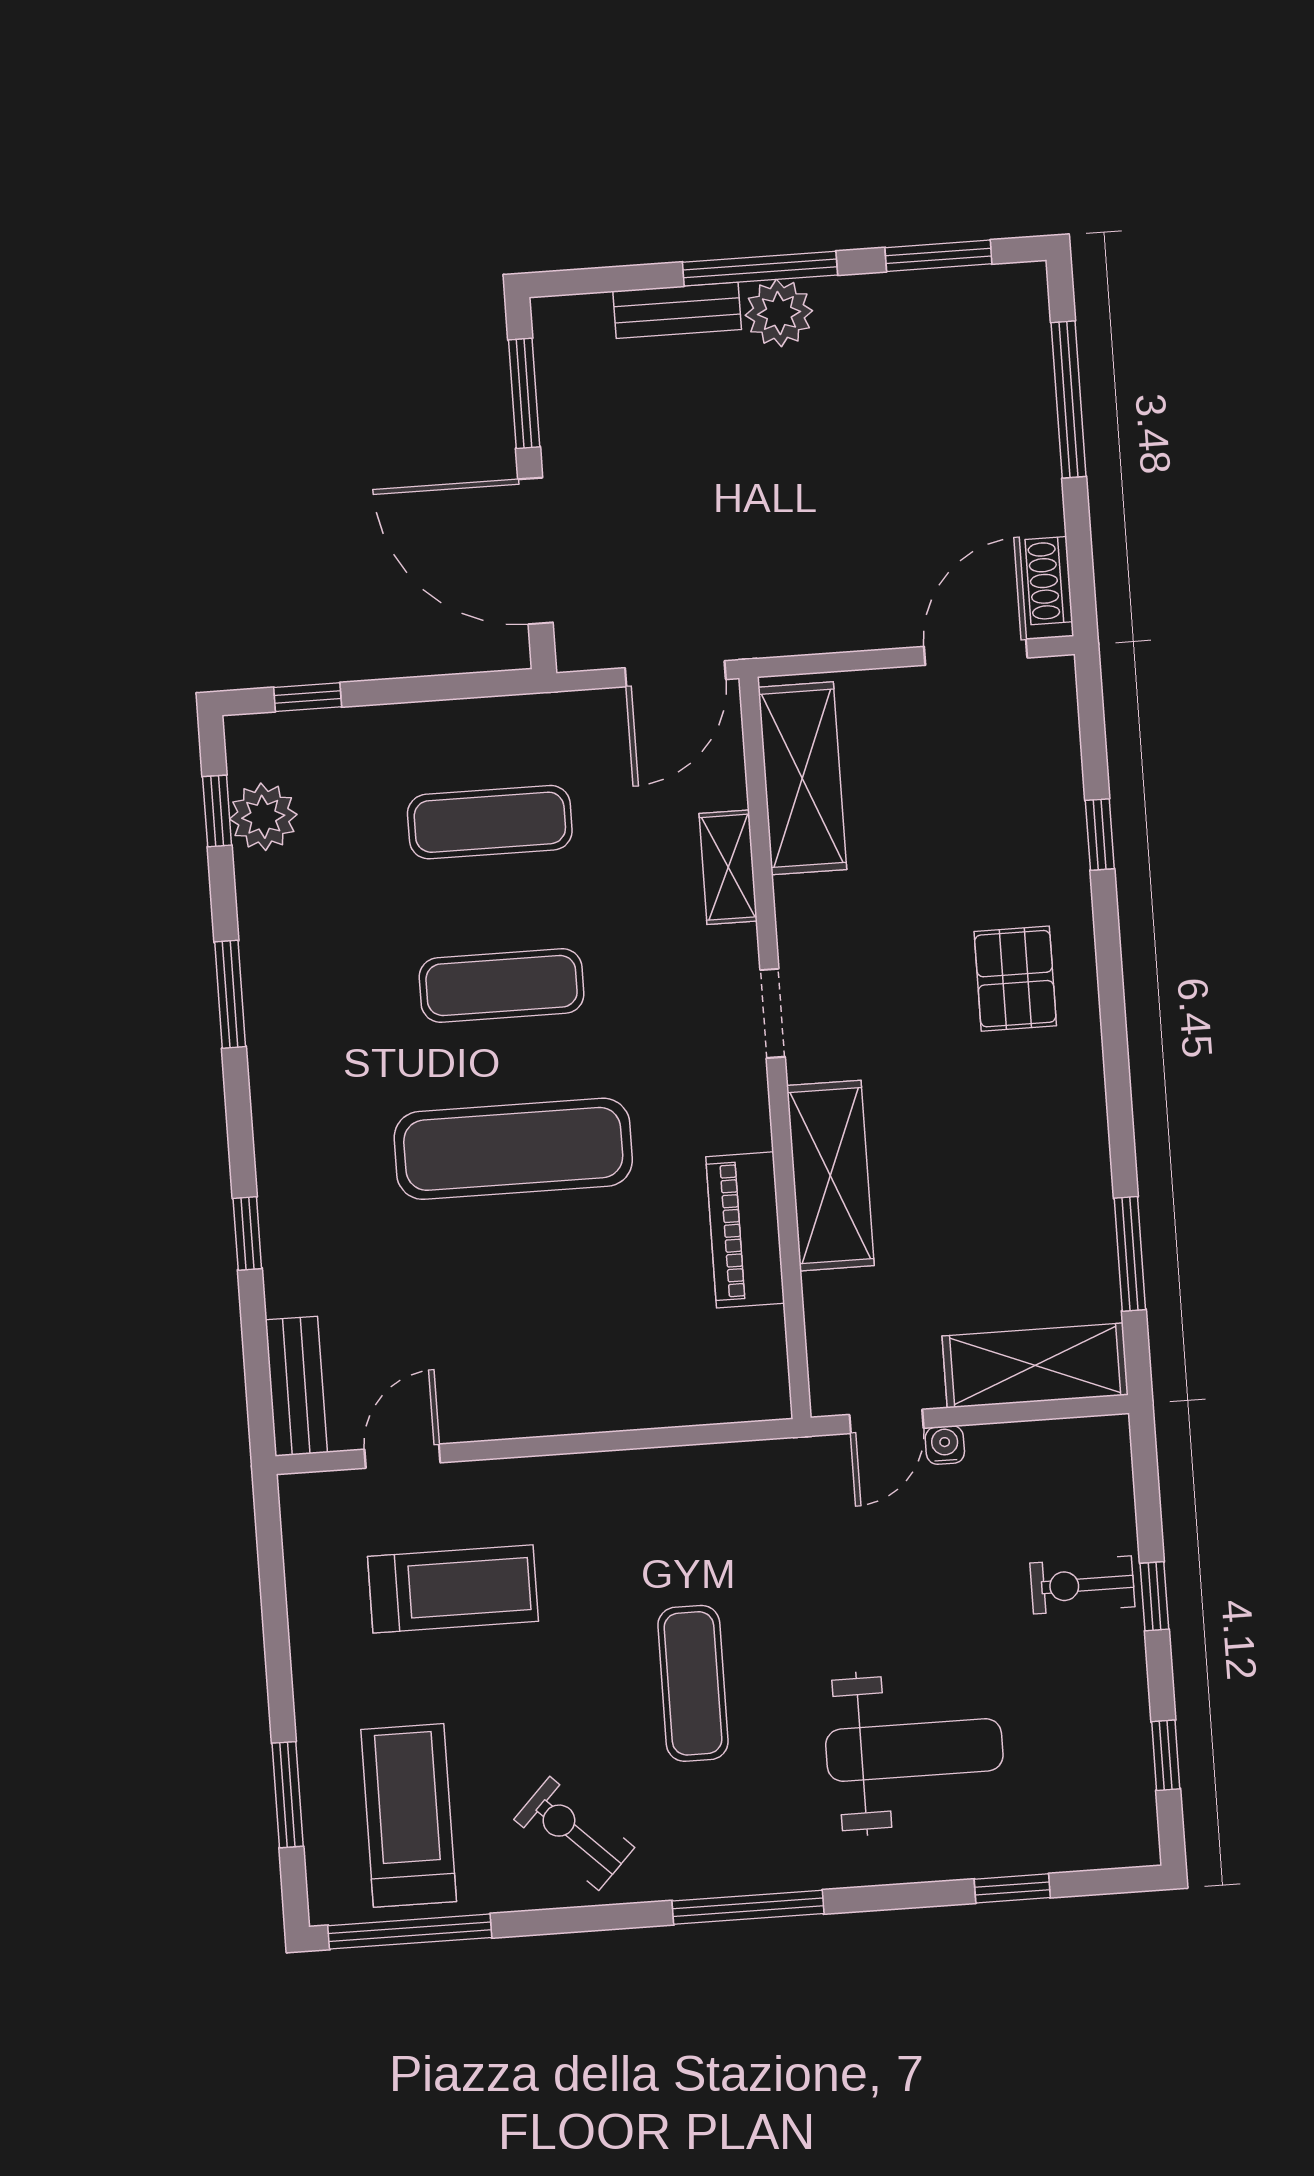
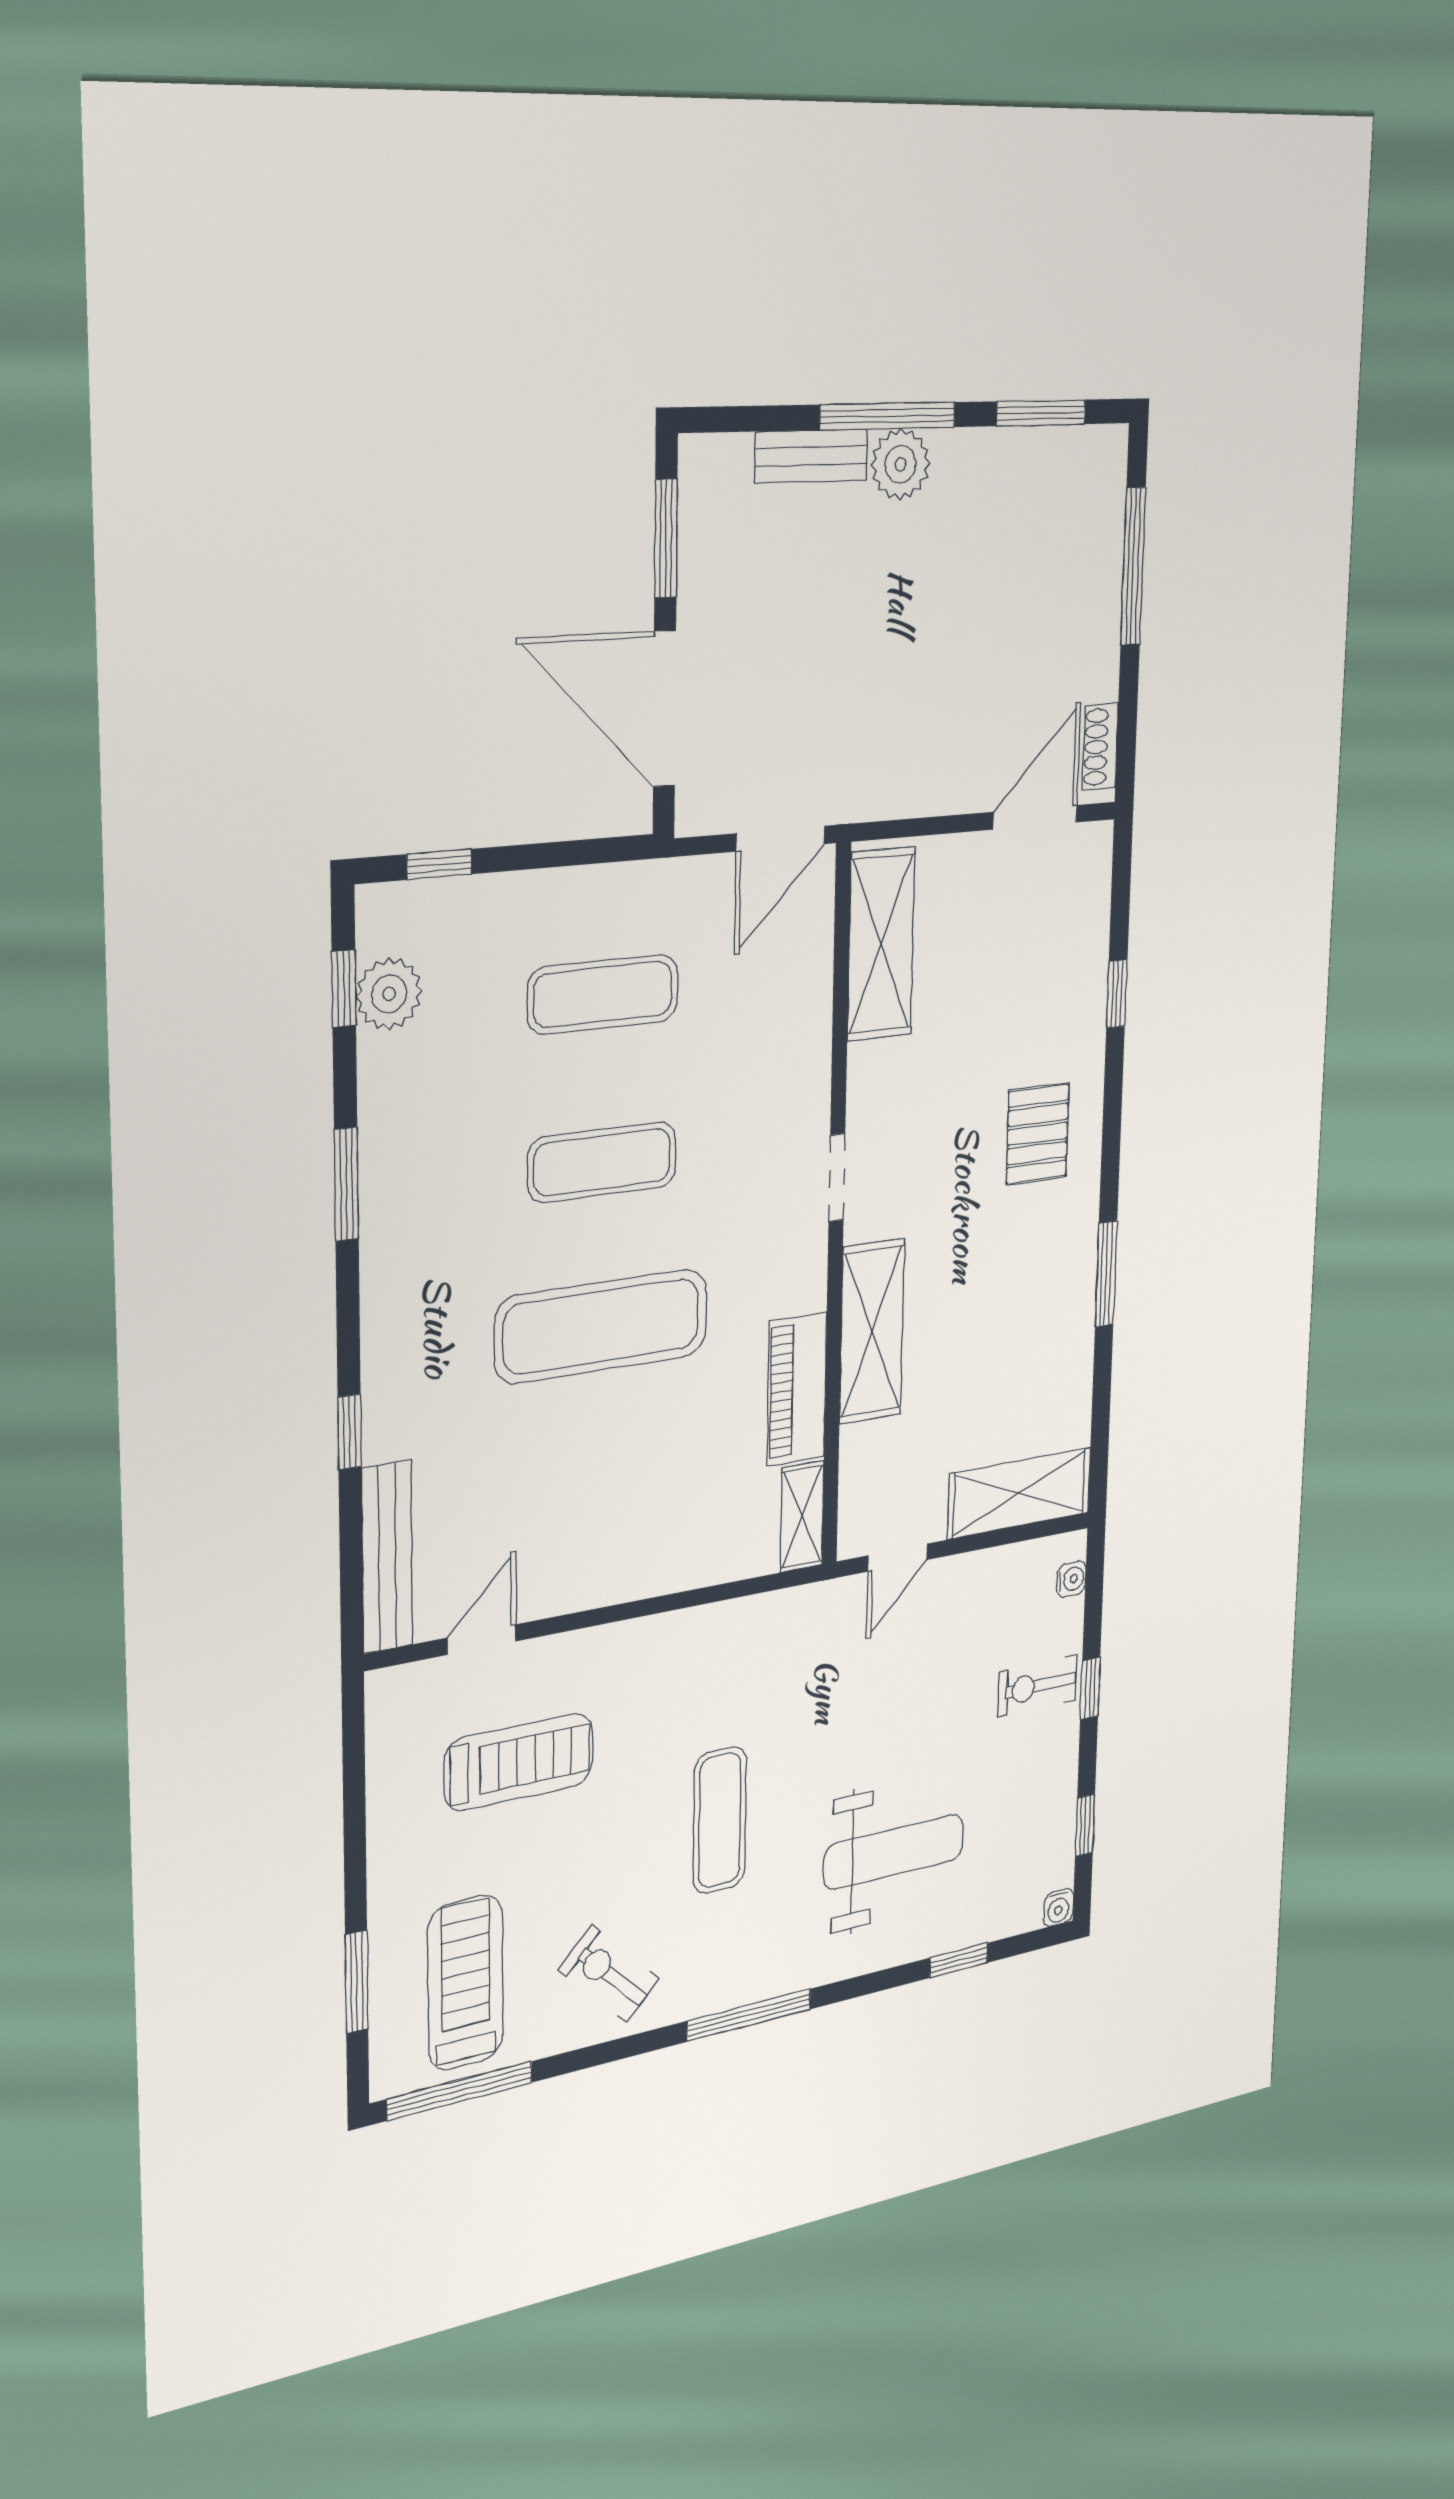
shelving: (728, 867) -> (802, 1517), moved
window: (1130, 1254) -> (1106, 1274), moved
bench: (296, 1386) -> (387, 1557), width x1.36
water cooler: (945, 1445) -> (1071, 1579), moved, turned 90
water cooler: (1140, 1847) -> (1058, 1908), added

